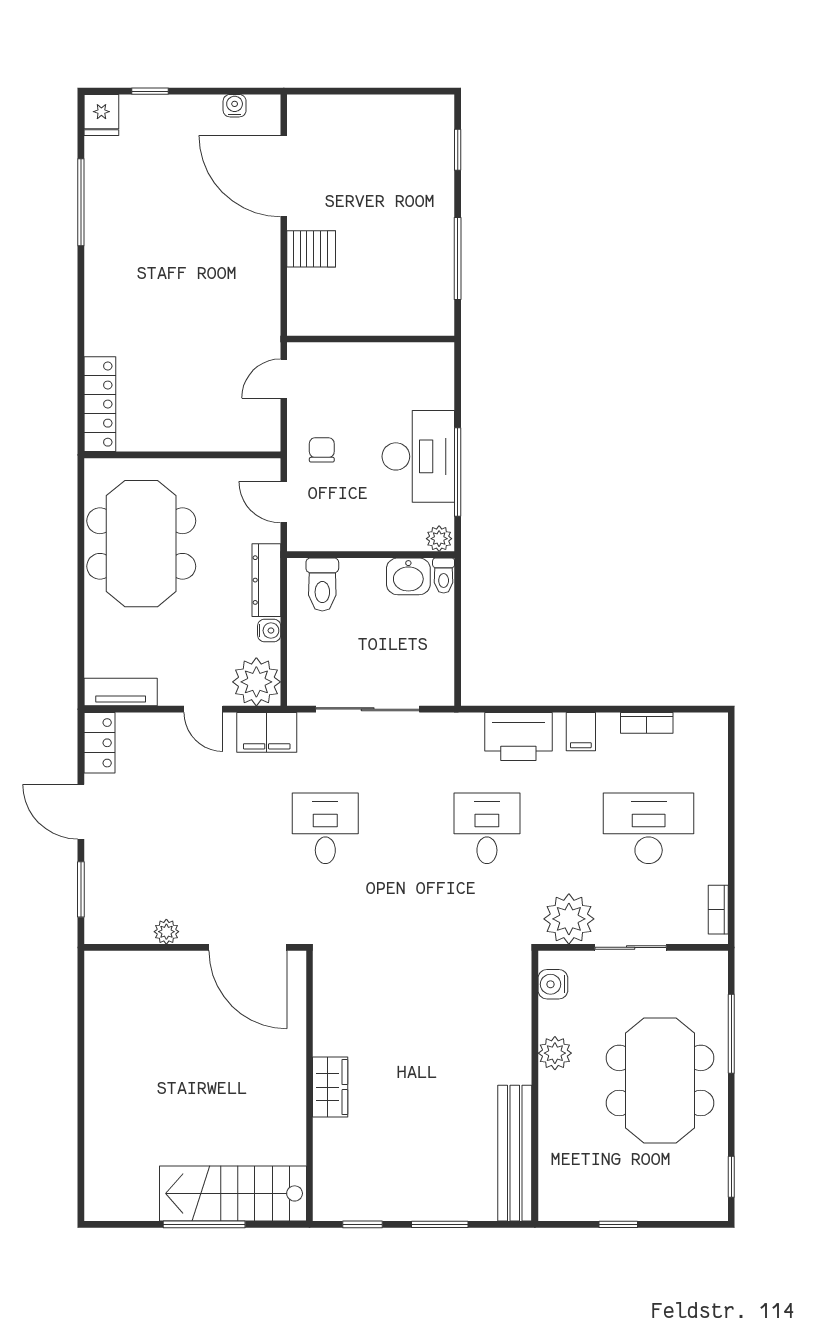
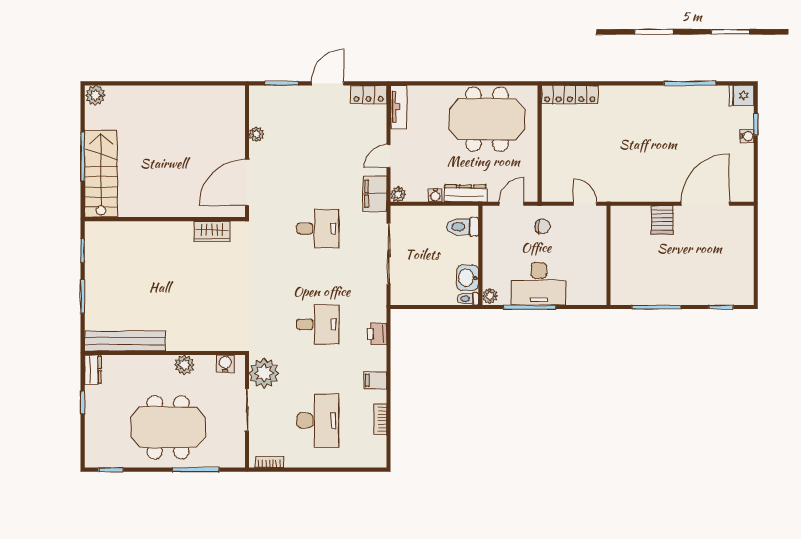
water cooler: (235, 106) -> (747, 136), moved
plant: (256, 682) -> (398, 194), width x0.53, depth x0.53
printer: (518, 737) -> (377, 334), width x0.53, depth x0.68
wardrobe: (330, 1087) -> (212, 231), moved
plant: (101, 1203) -> (95, 95), added
dresser: (563, 1207) -> (93, 370), added

